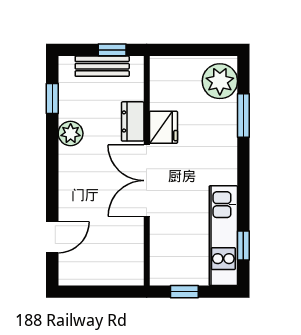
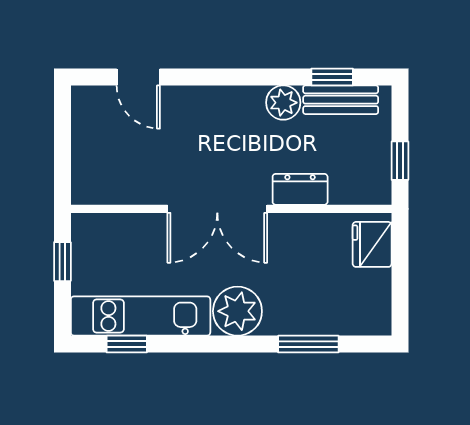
bench: (102, 66) -> (341, 100), moved, turned 90
plant: (220, 81) -> (237, 311), moved
fridge: (163, 127) -> (372, 244), moved, turned 90
double door: (147, 181) -> (217, 209), swing flipped

